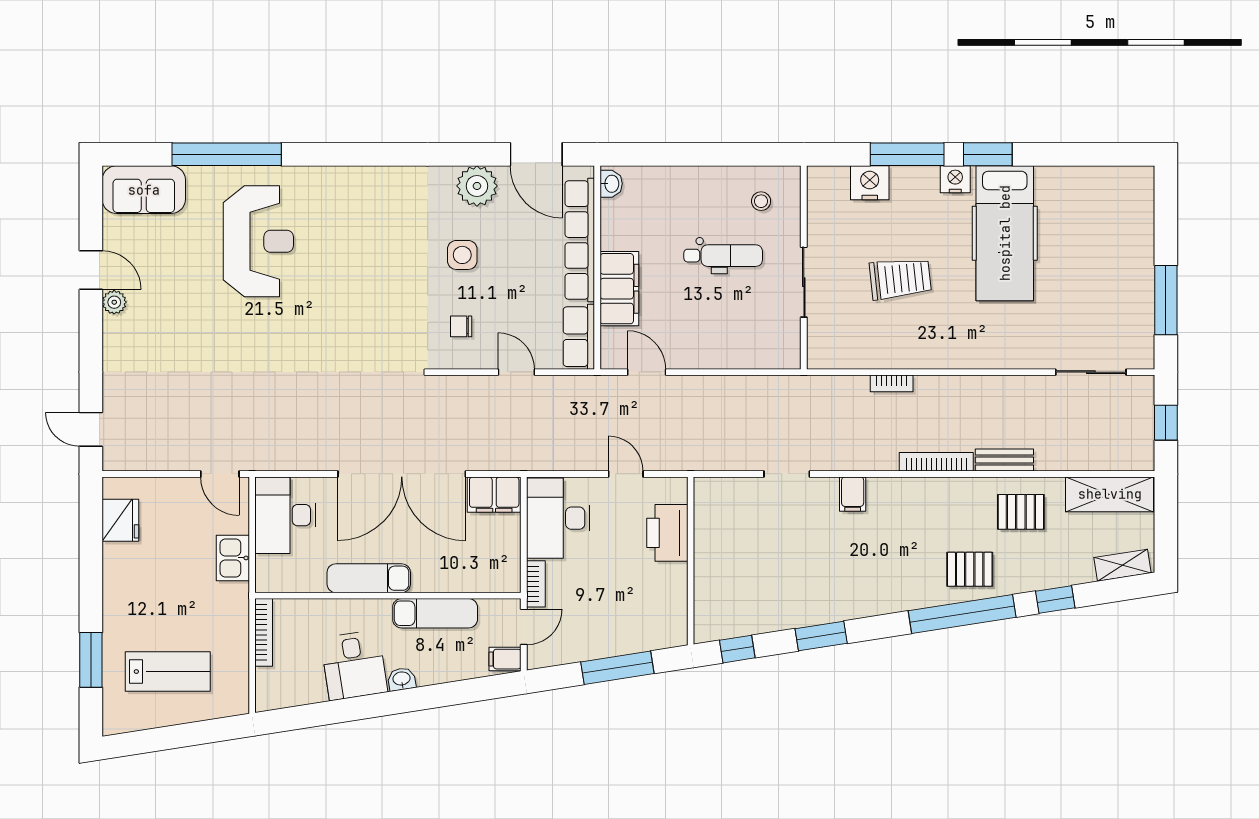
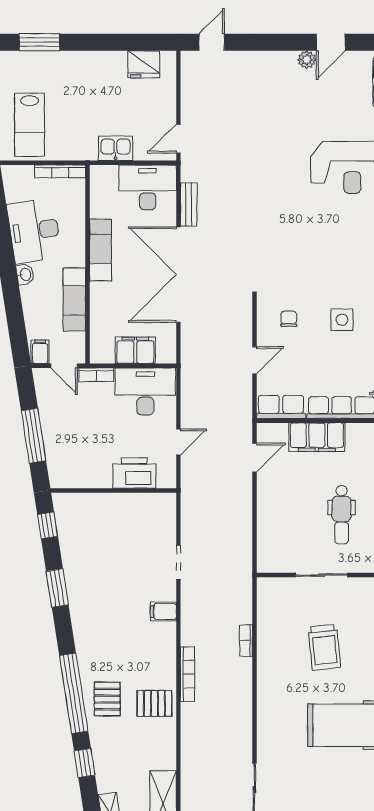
bench: (1004, 460) -> (189, 204), moved
filing cabinet: (494, 495) -> (135, 350), moved, turned 90
pallet: (1021, 512) -> (154, 703), moved, turned 90
desk: (354, 665) -> (34, 231), width x1.37
lab bench: (168, 672) -> (29, 125), moved

